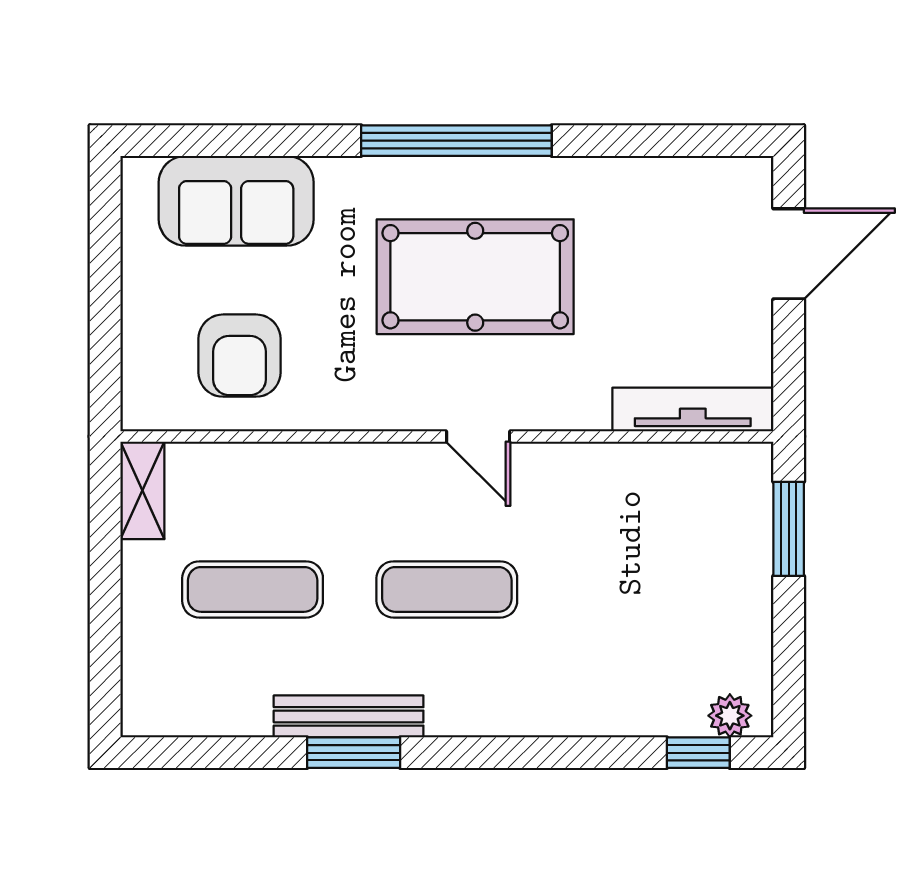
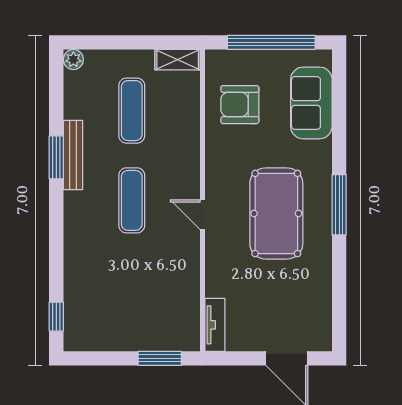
window: (456, 141) -> (339, 205), width x0.68
window: (105, 288) -> (271, 42), added
tv unit: (693, 410) -> (215, 325), width x0.71
door: (478, 436) -> (202, 215), hinge flipped
plant: (730, 716) -> (73, 60), moved

